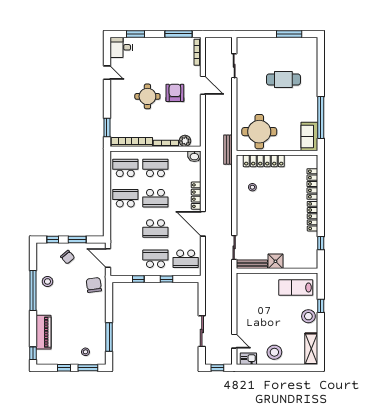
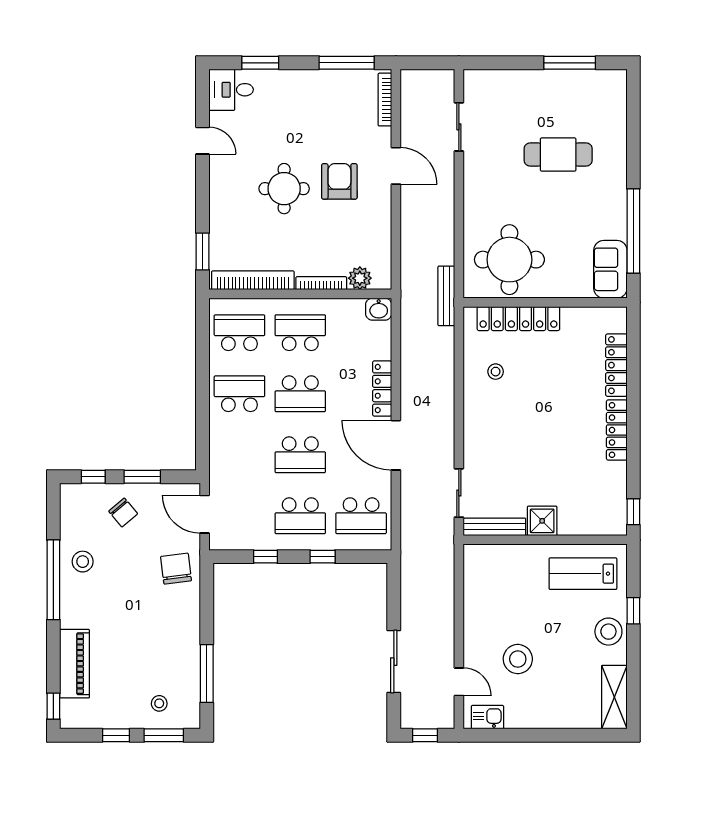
window: (321, 243) -> (633, 512), moved
school desk: (155, 259) -> (300, 516), turned 180
stool: (274, 352) -> (518, 659), moved

